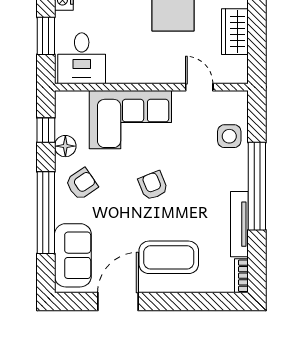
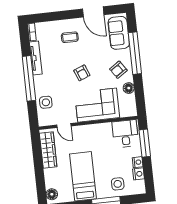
wardrobe: (235, 32) -> (48, 150), width x1.50
window: (46, 36) -> (145, 143), width x1.44
window: (46, 130) -> (140, 95), removed
coffee table: (169, 257) -> (70, 37), width x0.54, depth x0.58
door: (118, 302) -> (93, 12), hinge flipped

